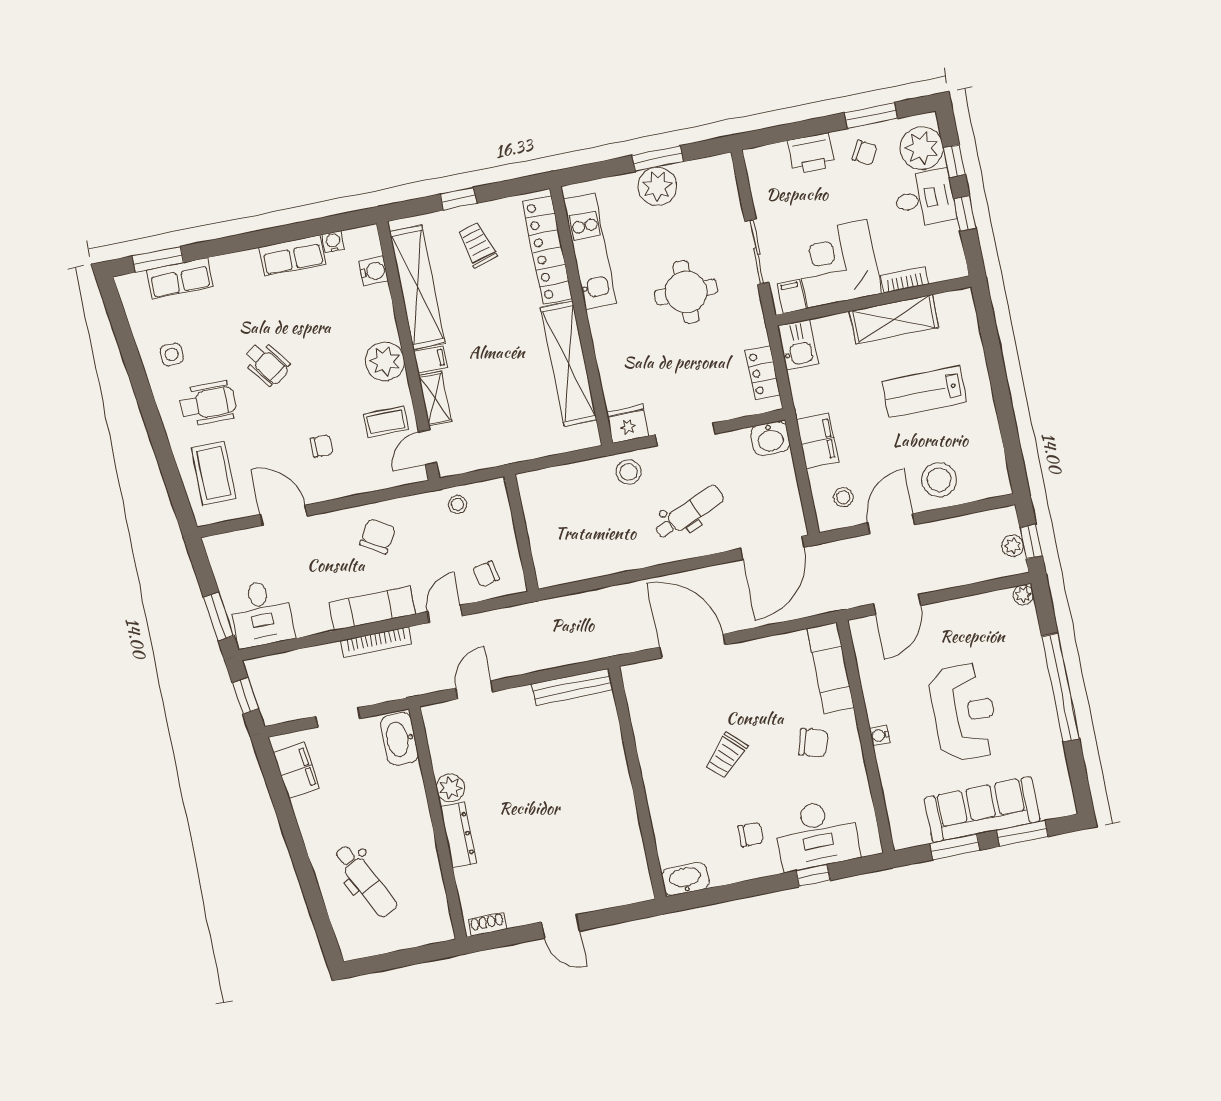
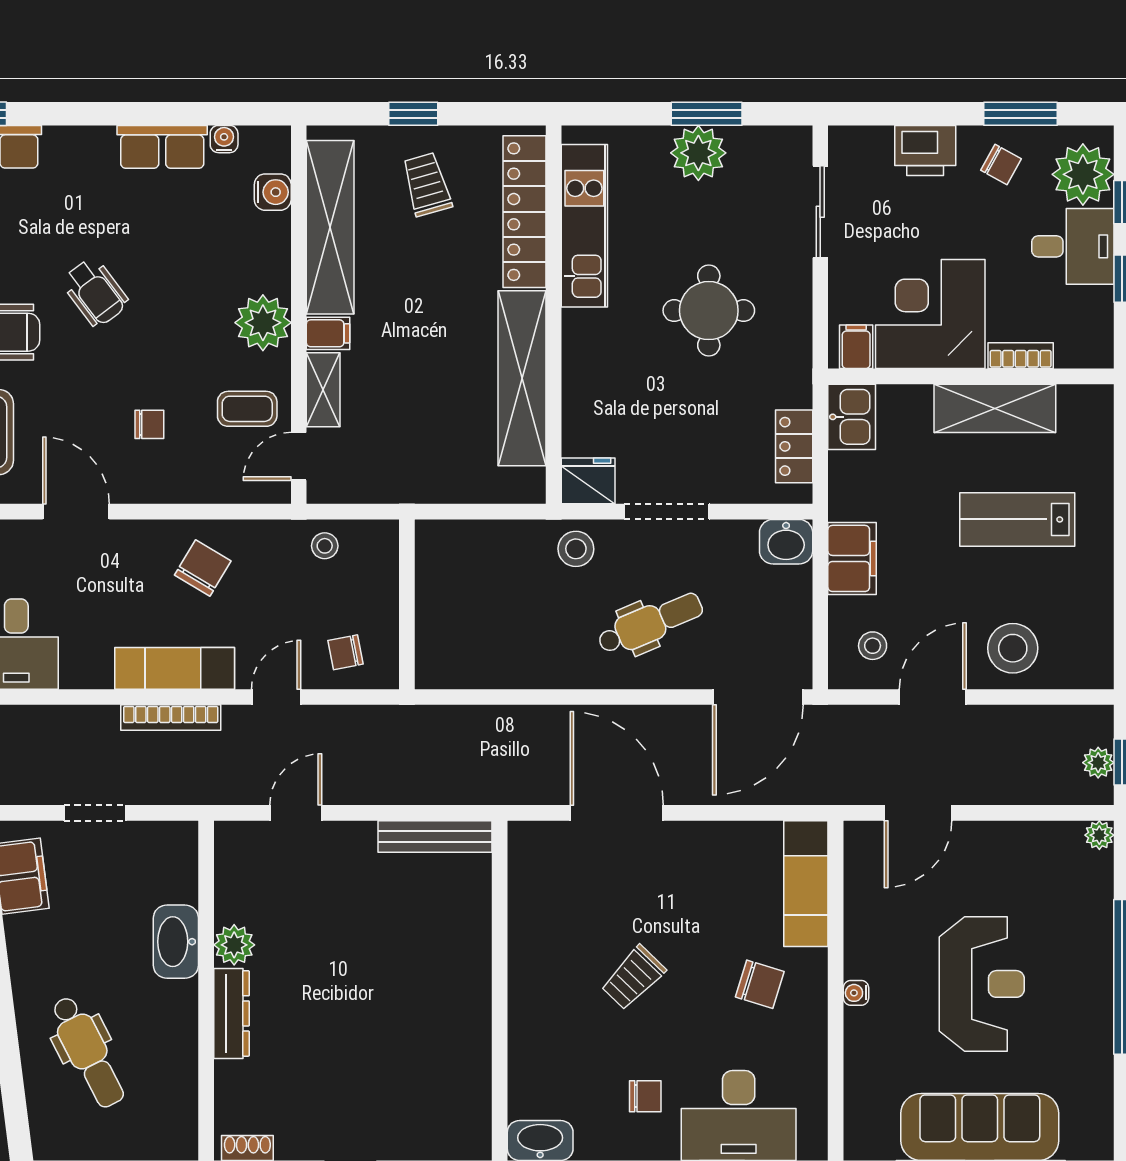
sliding door: (757, 252) -> (820, 212), moved
washbasin: (399, 739) -> (176, 942), moved

